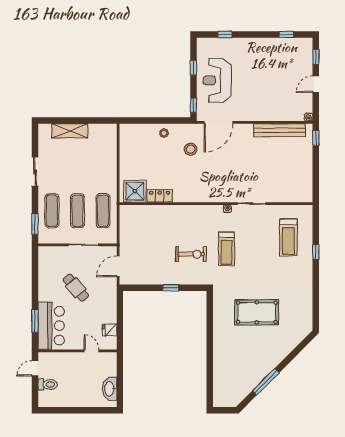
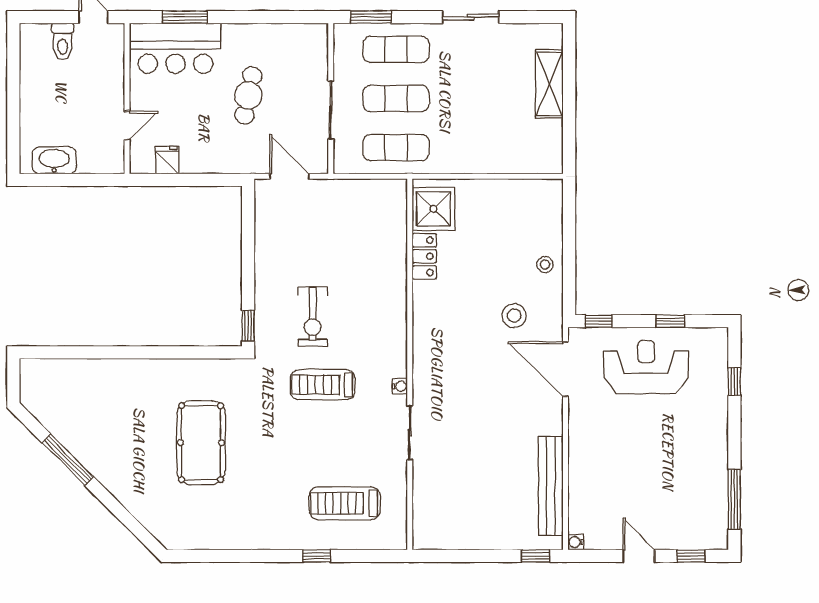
window: (286, 34) -> (734, 499), width x2.17
cafe table: (76, 288) -> (248, 95), turned -38
window: (171, 288) -> (248, 326), moved

